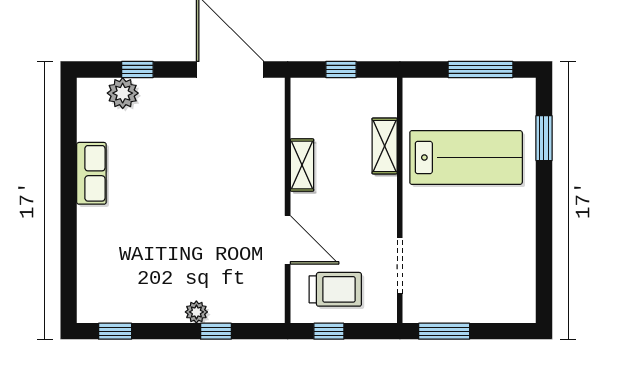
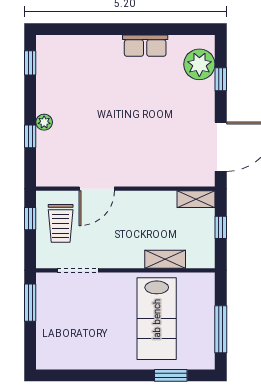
plant: (123, 93) -> (199, 64), width x1.36, depth x1.36
shelving: (302, 165) -> (196, 199), moved

